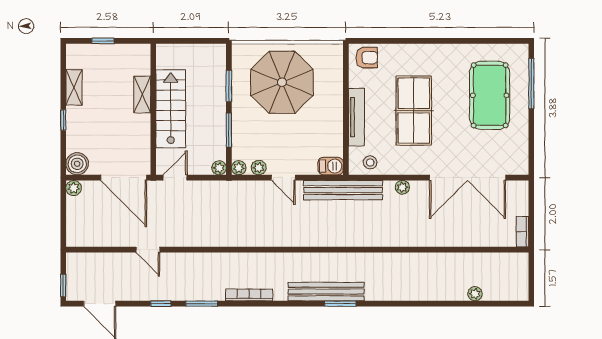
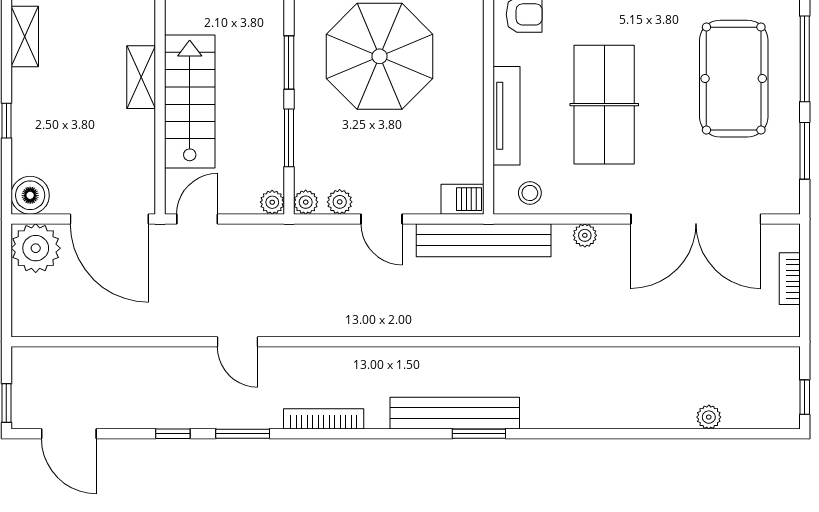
shelving: (74, 87) -> (25, 37), moved
window: (531, 138) -> (805, 151), added
plant: (74, 188) -> (36, 248), width x1.87, depth x1.87
bookcase: (522, 232) -> (790, 279), moved
door: (148, 250) -> (237, 342), moved
window: (531, 282) -> (805, 397), added

